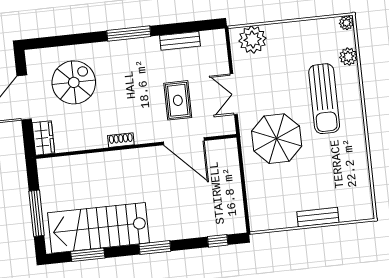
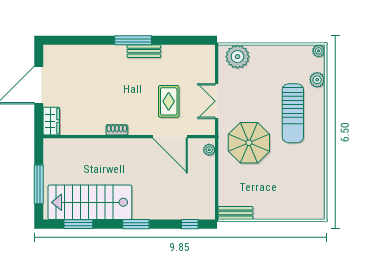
bench: (180, 41) -> (144, 51), moved
spiral stairs: (74, 82) -> (82, 77), removed
plant: (231, 152) -> (209, 150), added
bench: (318, 217) -> (235, 213), moved

